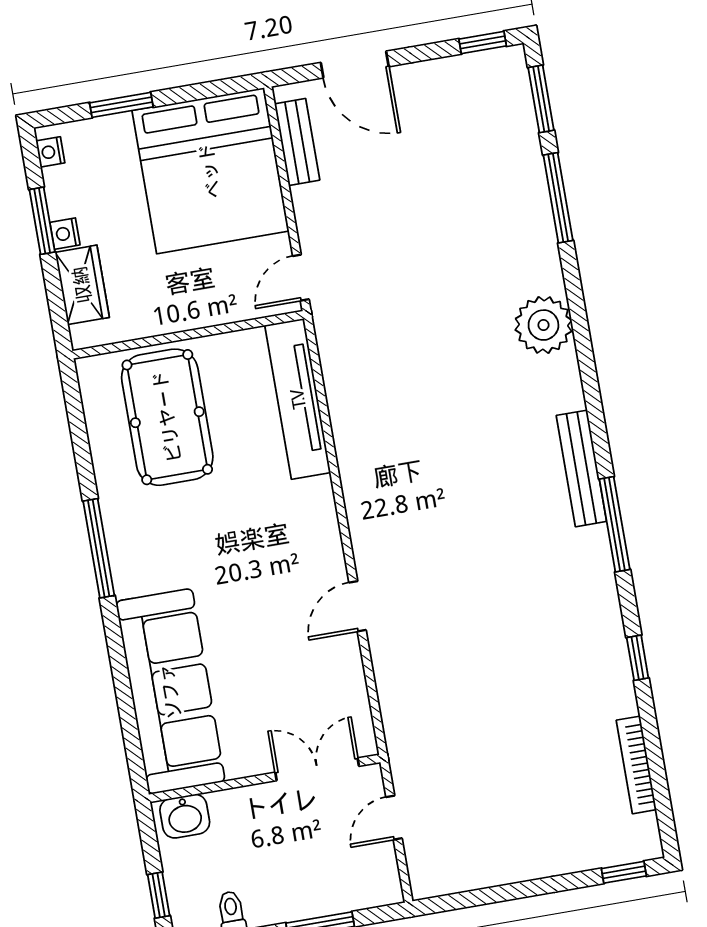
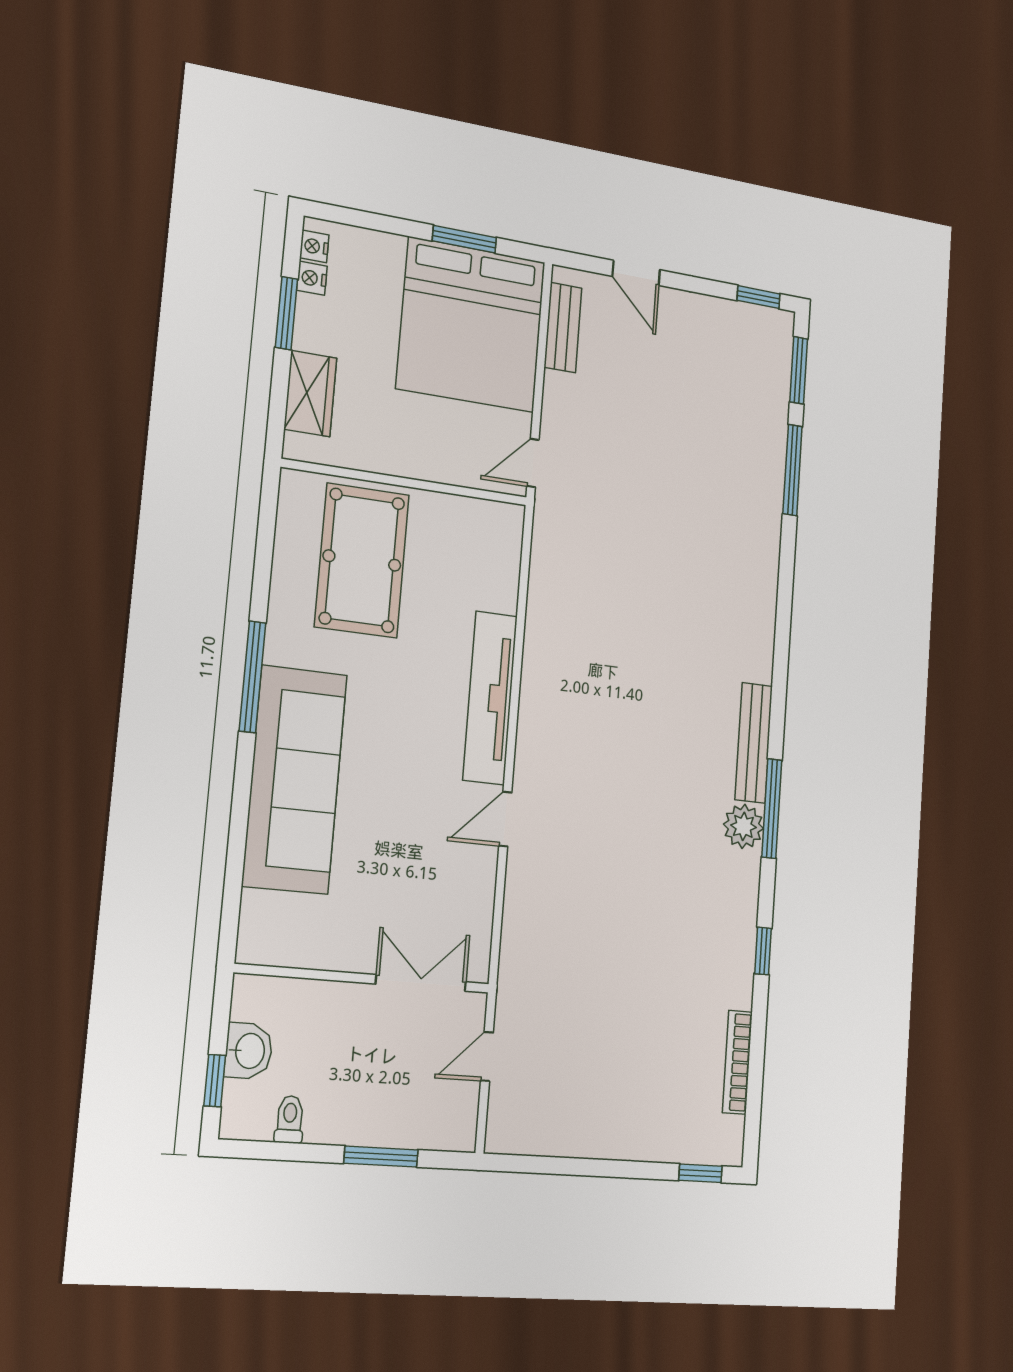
door: (355, 65) -> (636, 273), width x0.73
window: (121, 105) -> (464, 239), moved
nightstand: (65, 234) -> (312, 278), moved
plant: (543, 325) -> (743, 826), moved, width x0.73, depth x0.73
tv unit: (298, 399) -> (490, 698), moved
sofa: (170, 691) -> (295, 780), moved
washbasin: (185, 816) -> (249, 1051), moved, turned -90

